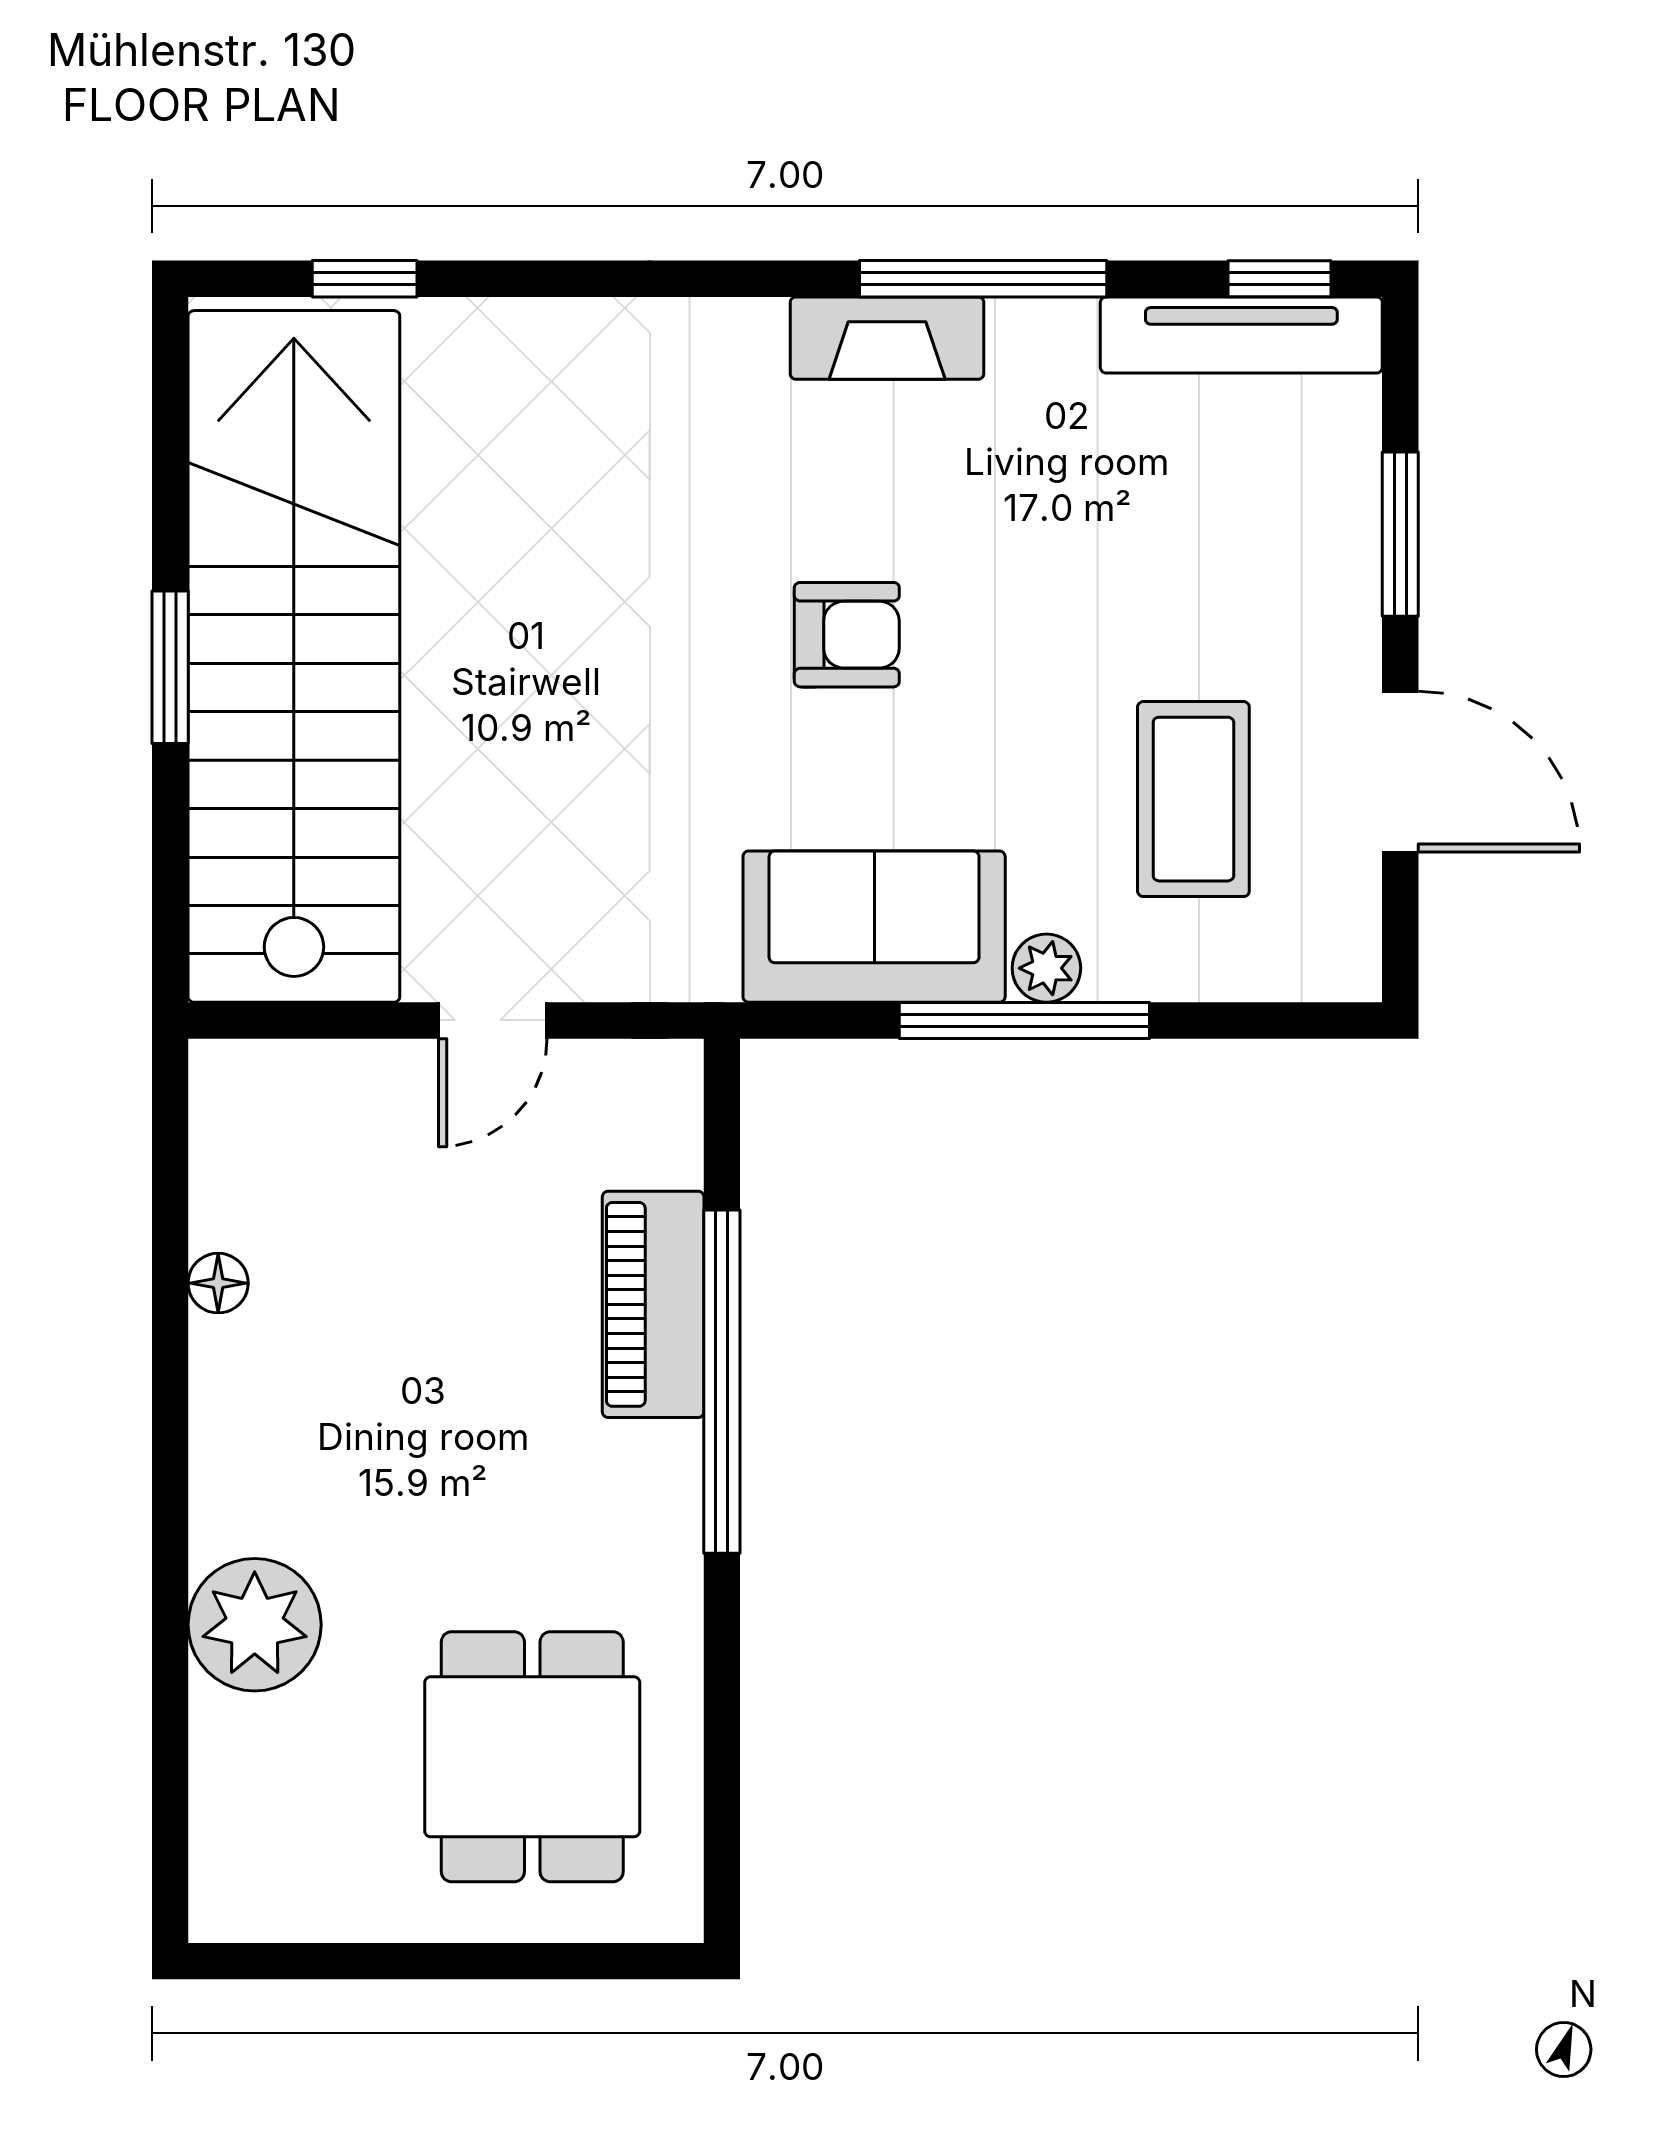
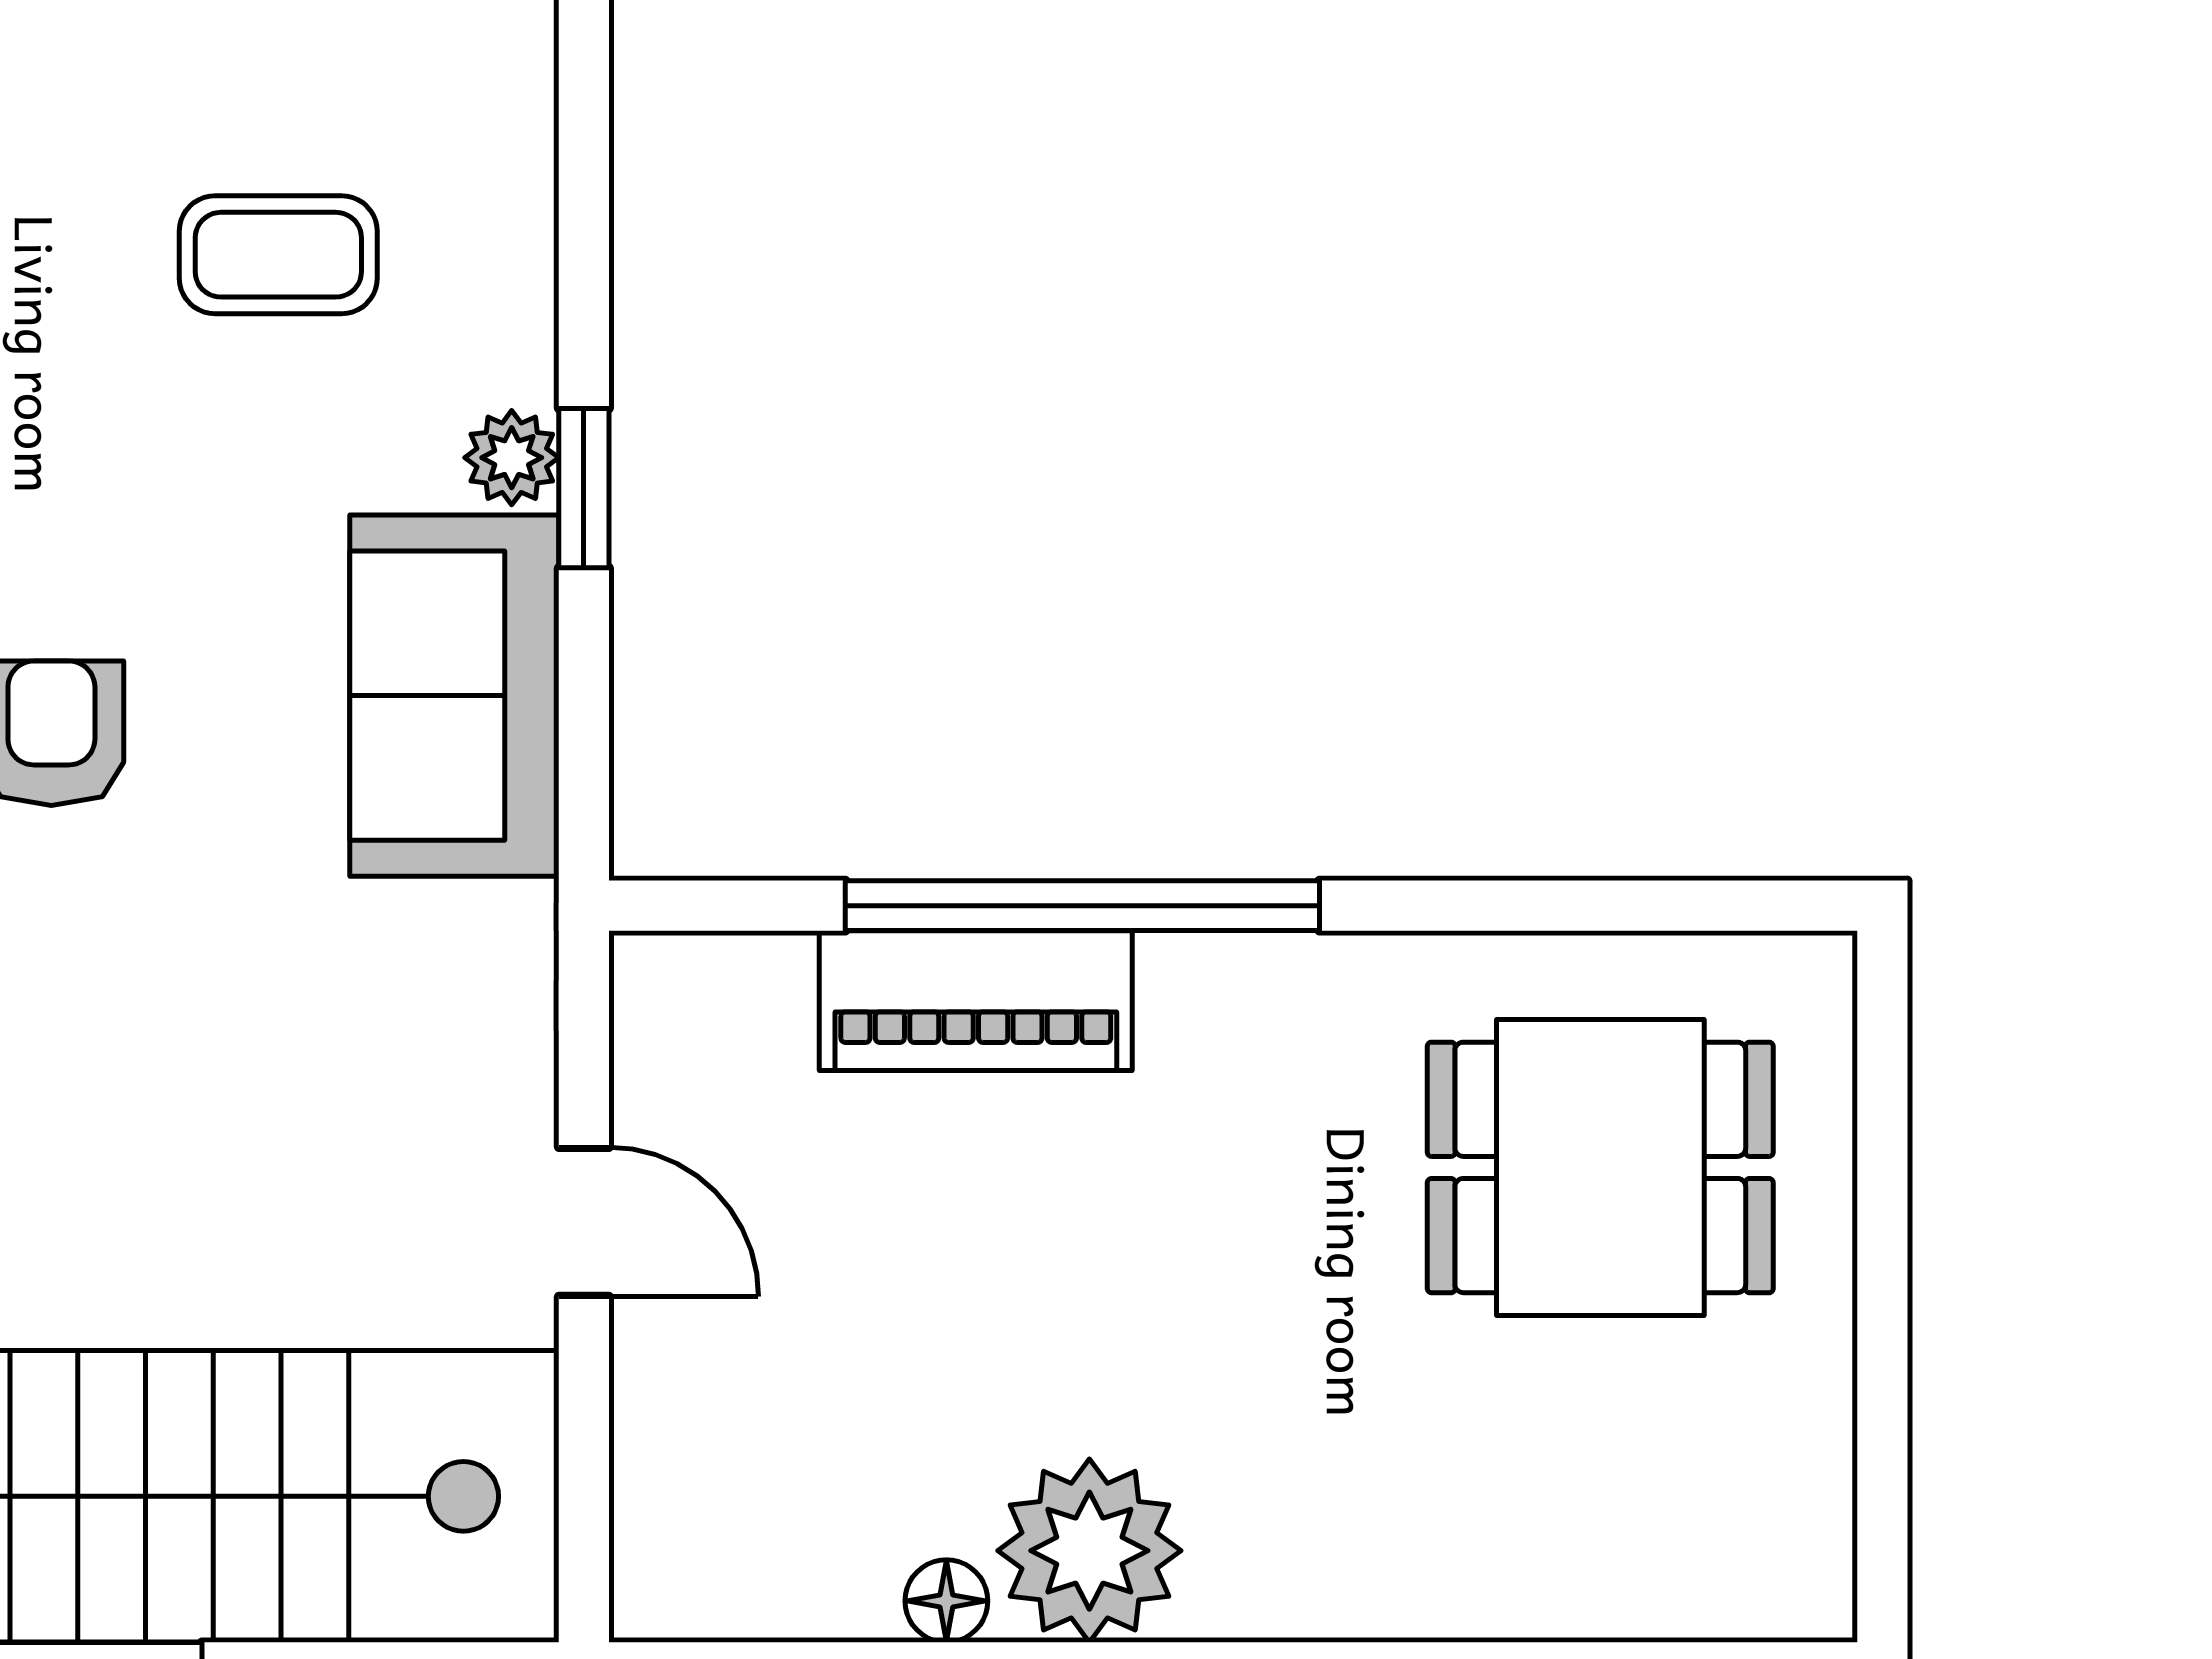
coffee table: (1193, 799) -> (278, 255), width x0.73, depth x0.77
window: (1024, 1020) -> (584, 488), width x0.46
plant: (255, 1625) -> (1089, 1551), moved

